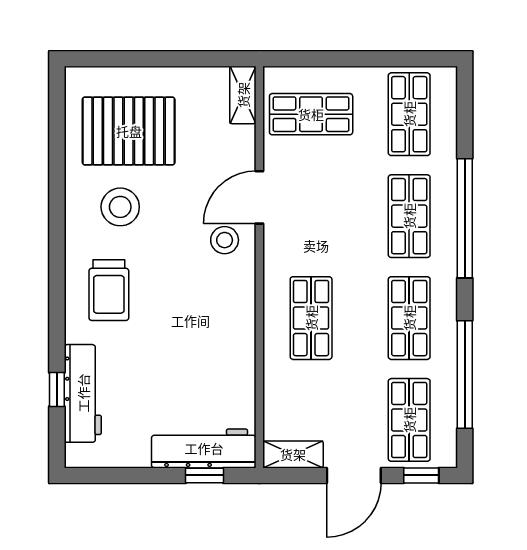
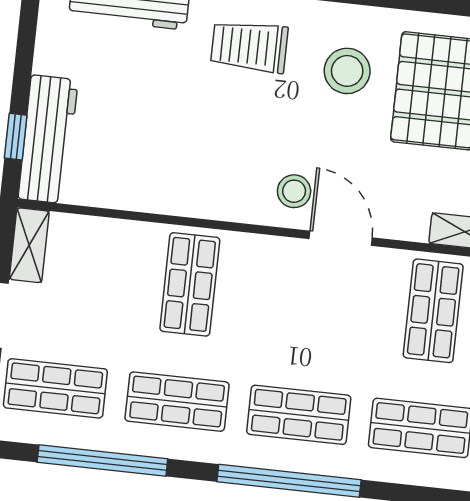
shop shelf: (311, 318) -> (190, 284), turned 90

